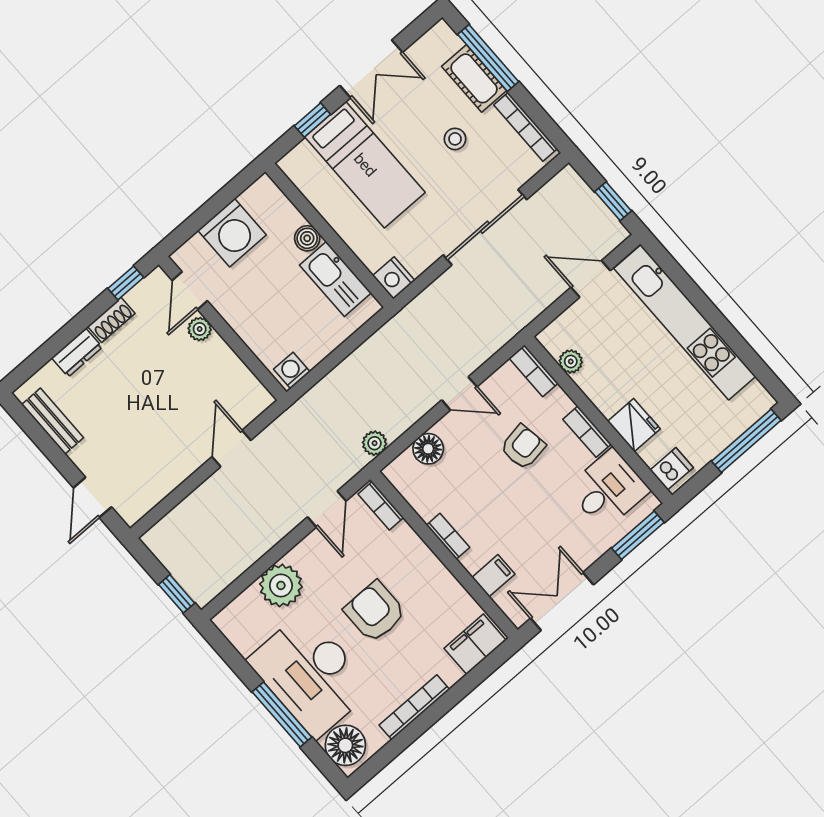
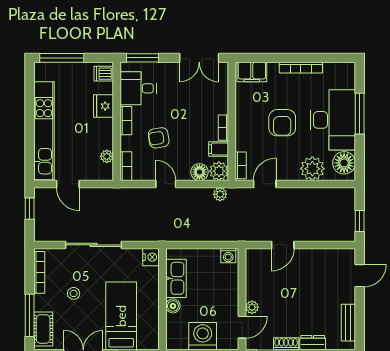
cot: (474, 78) -> (43, 329), moved
plant: (403, 473) -> (219, 171), added
filing cabinet: (493, 576) -> (219, 149), moved
window: (177, 594) -> (360, 221), moved
floor lamp: (345, 745) -> (344, 163), moved

